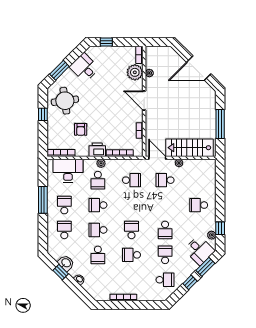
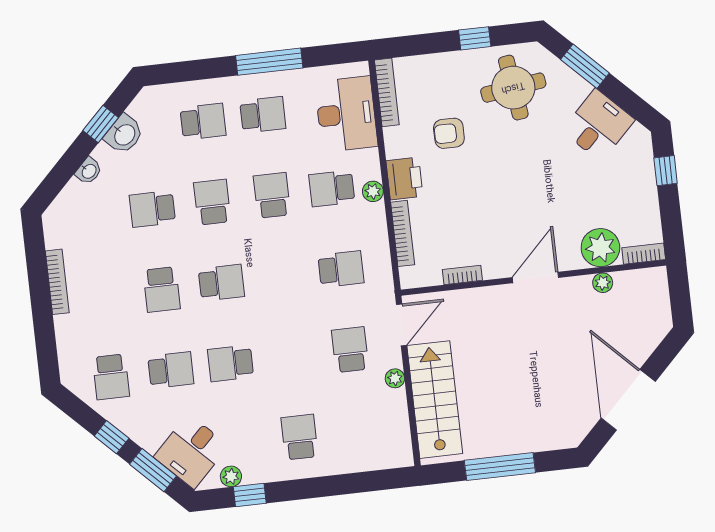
school desk: (131, 180) -> (341, 269), turned -90
school desk: (131, 255) -> (162, 290), turned 180

